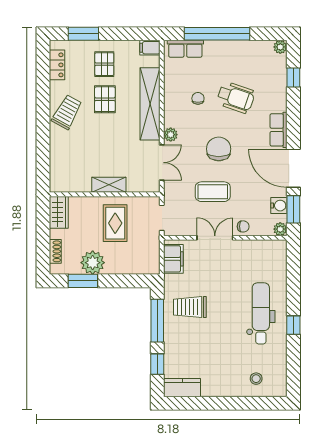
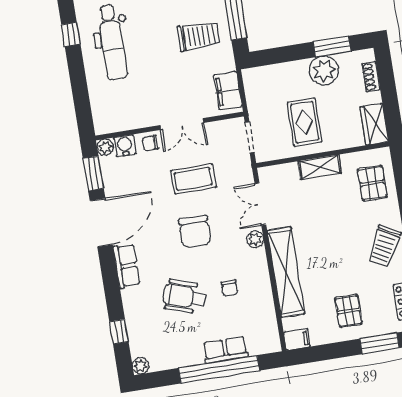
row of seats: (185, 49) -> (225, 350), moved
pallet: (105, 99) -> (372, 183), moved
door: (293, 168) -> (101, 223), hinge flipped
water cooler: (279, 206) -> (125, 146), moved, turned 90

